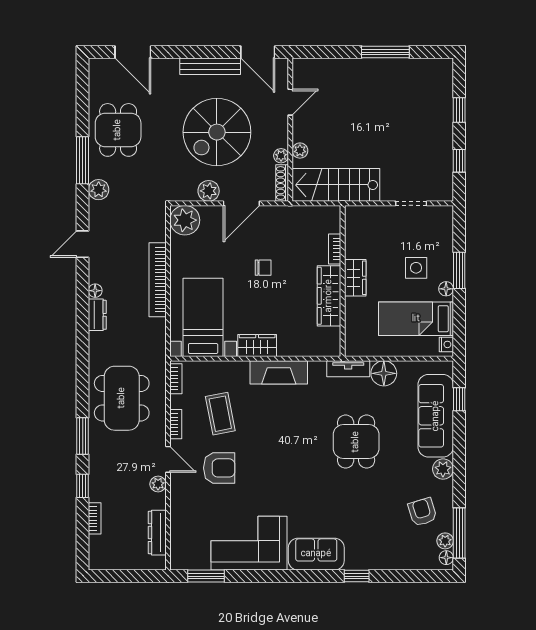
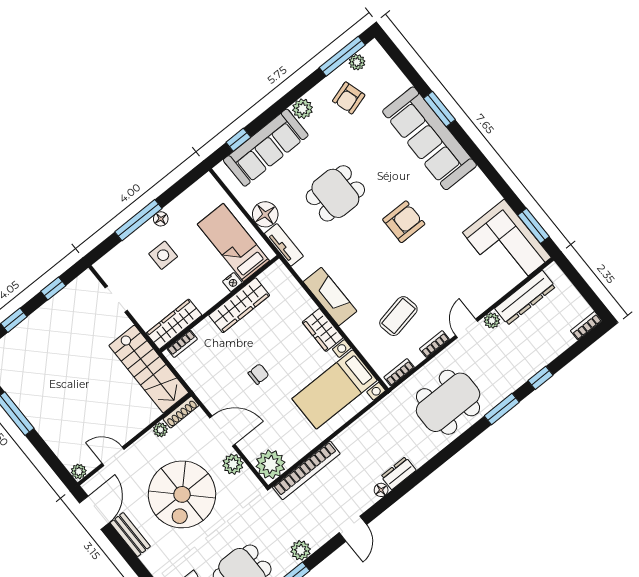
bench: (210, 66) -> (130, 535), width x0.73
spiral stairs: (217, 132) -> (182, 494), turned 90
plant: (300, 151) -> (79, 471), moved
door: (83, 244) -> (353, 529), hinge flipped
bookcase: (335, 249) -> (182, 344), moved
chair: (263, 268) -> (258, 374), turned 90
window: (459, 270) -> (138, 220), width x1.44
wardrobe: (355, 278) -> (174, 324), moved, width x1.50
bookcase: (158, 280) -> (306, 470), moved
bed: (416, 319) -> (233, 242), moved, turned 180
nightstand: (446, 344) -> (232, 282), moved, turned 180
armchair: (219, 468) -> (404, 222), moved, turned 90
bookcase: (95, 518) -> (586, 326), moved
dresser: (157, 533) -> (525, 298), width x1.37, depth x1.24
corner sofa: (249, 543) -> (507, 245), moved
sofa: (316, 554) -> (430, 138), width x1.85, depth x1.27
floor lamp: (446, 558) -> (369, 51), removed
window: (357, 576) -> (439, 109), width x1.50

